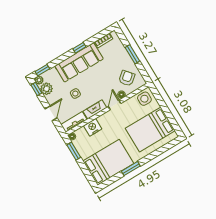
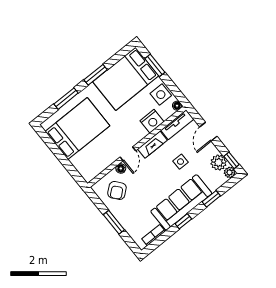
window: (42, 70) -> (211, 199), moved
side table: (144, 99) -> (161, 95), moved
window: (74, 151) -> (155, 65), moved
window: (156, 154) -> (66, 99), added

